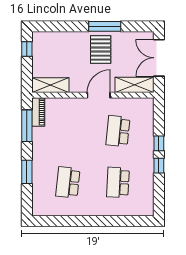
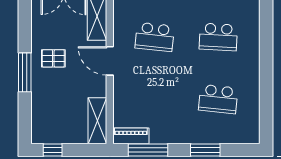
window: (105, 26) -> (25, 72), moved
pallet: (101, 49) -> (53, 58), width x0.67, depth x0.71

